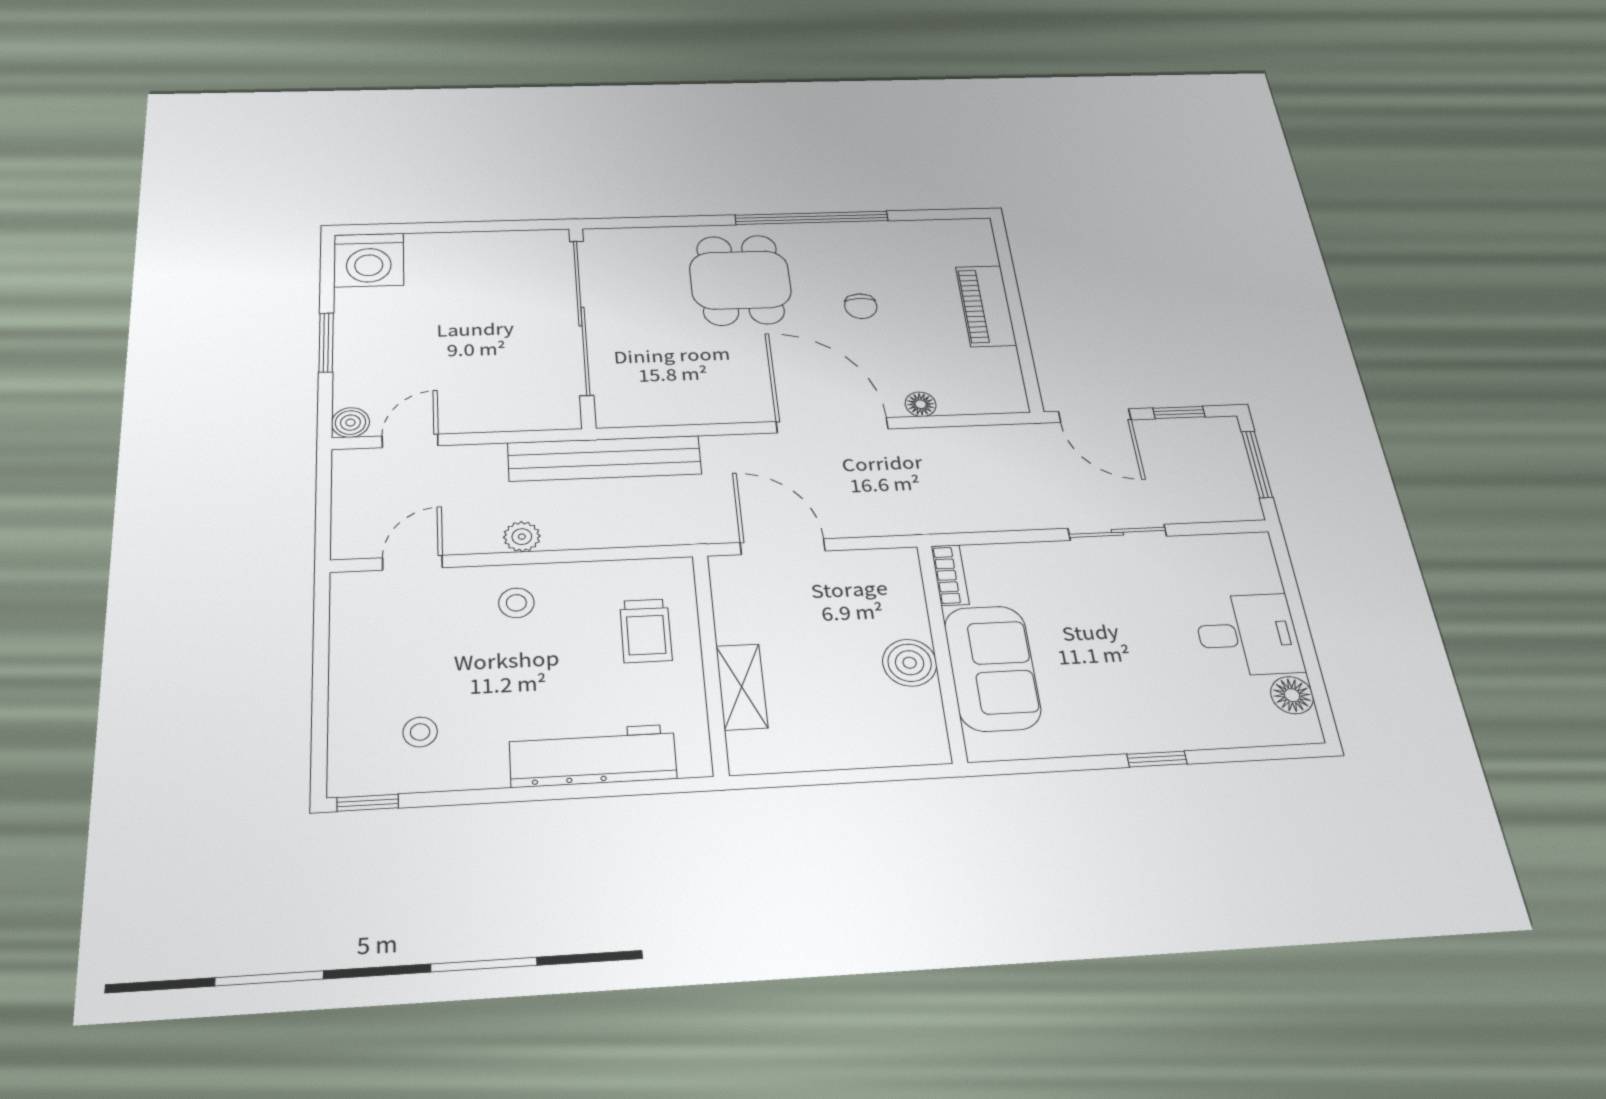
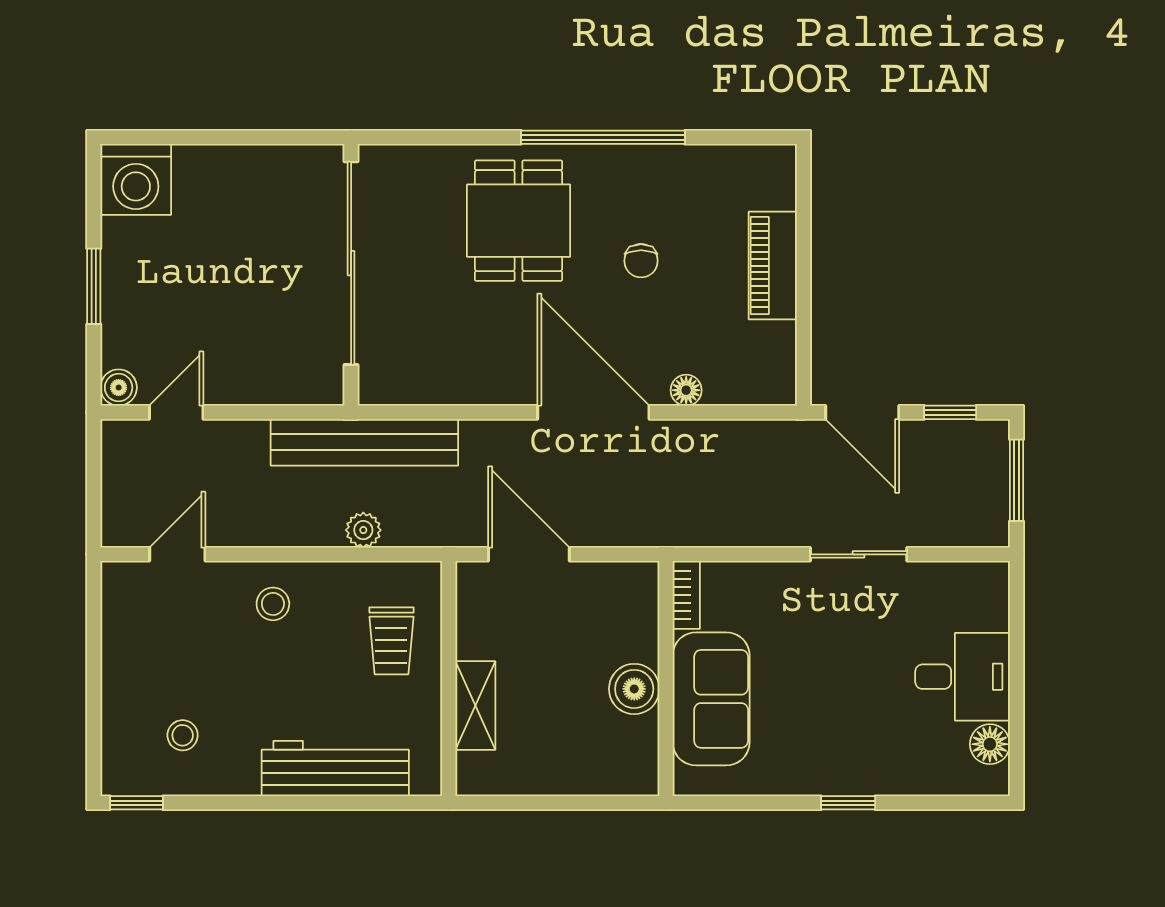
plant: (522, 537) -> (363, 530), moved

